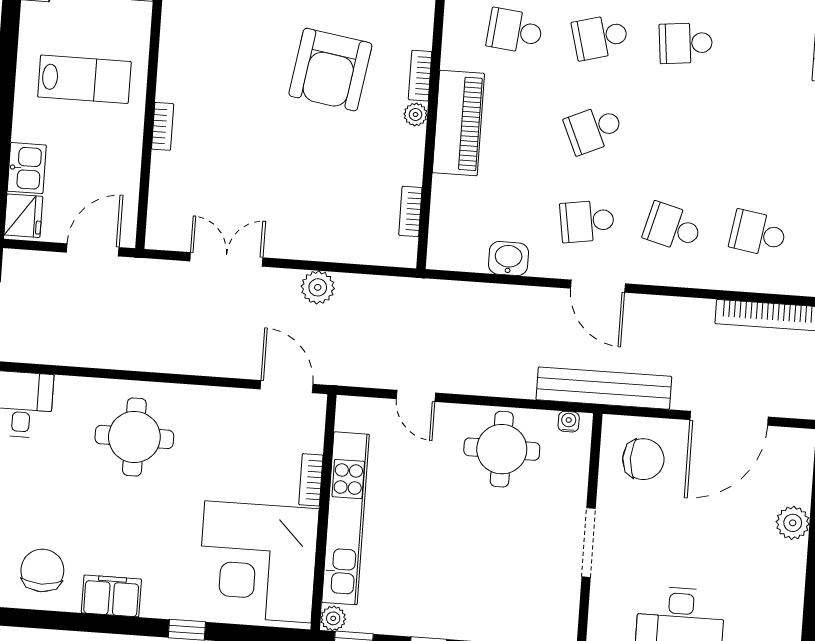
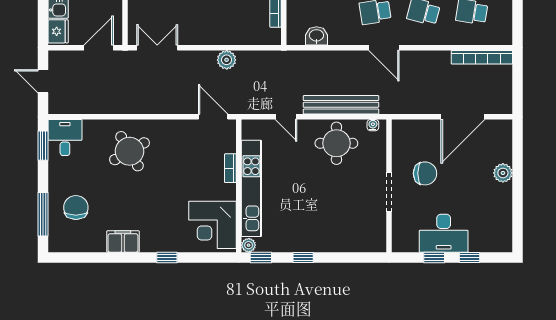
double door: (226, 259) -> (157, 48), moved
washbasin: (508, 259) -> (316, 36), moved
bench: (604, 388) -> (341, 105), moved
round table: (134, 437) -> (129, 151), turned -30
chair: (643, 459) -> (425, 173), moved
corner desk: (258, 562) -> (213, 225), width x0.74, depth x0.74
chair: (42, 570) -> (76, 207), moved

